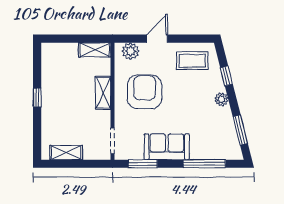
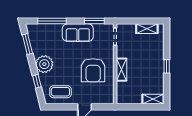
shelving: (95, 50) -> (153, 99), moved
plant: (131, 51) -> (103, 98), removed
plant: (221, 99) -> (44, 64), width x1.87, depth x1.87

